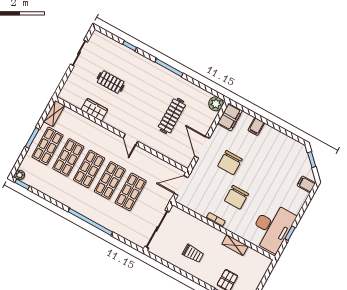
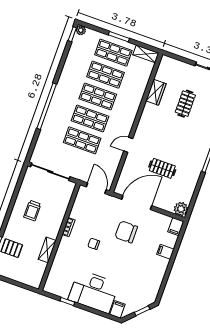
clothes rail: (172, 116) -> (162, 168), width x0.73
filing cabinet: (230, 117) -> (176, 227), width x0.50
door: (130, 140) -> (128, 145), moved
door: (202, 147) -> (137, 203), width x1.36
chair: (236, 197) -> (94, 244), width x0.54, depth x0.54
desk: (272, 227) -> (94, 292), moved

